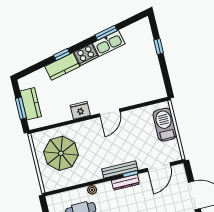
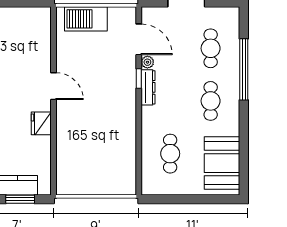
parasol: (61, 153) -> (91, 162), removed
bench: (120, 169) -> (130, 91), removed
plant: (92, 190) -> (147, 62), moved

